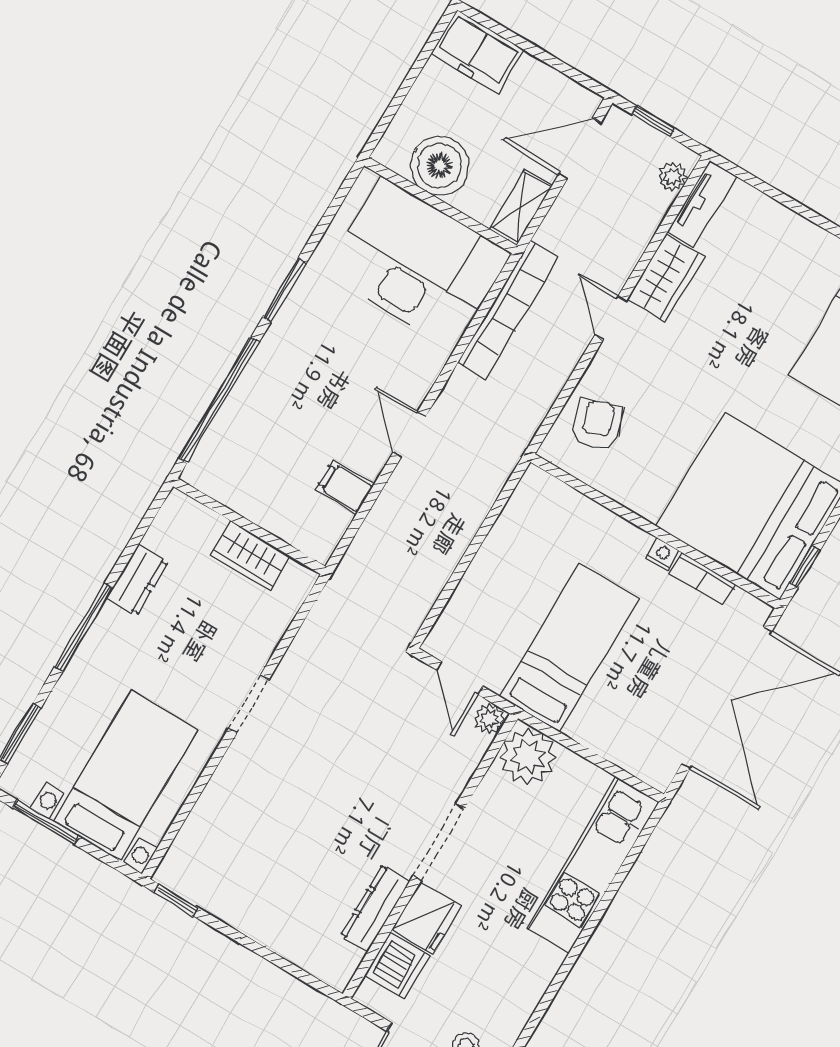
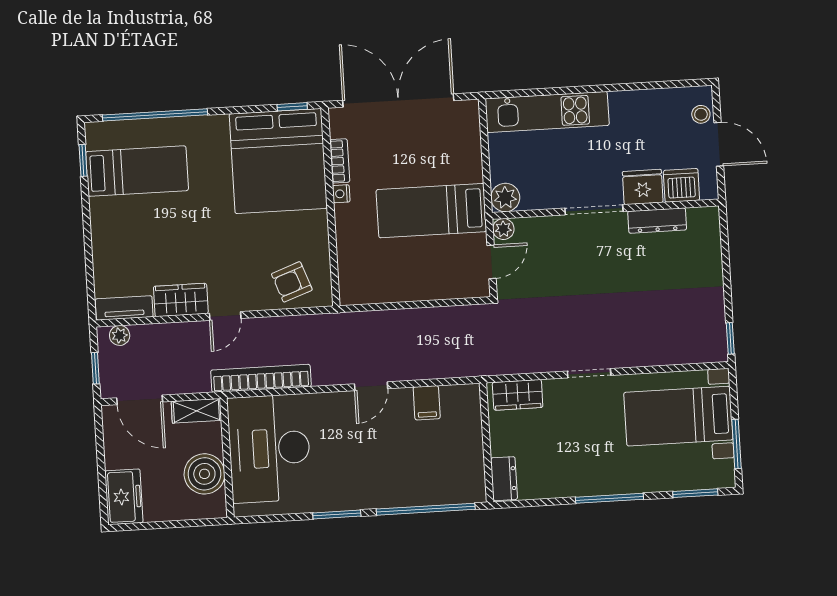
wardrobe: (250, 556) -> (518, 395), moved, turned 90
dresser: (137, 580) -> (504, 479), moved, turned 90
plant: (528, 757) -> (505, 198), width x0.73, depth x0.73

